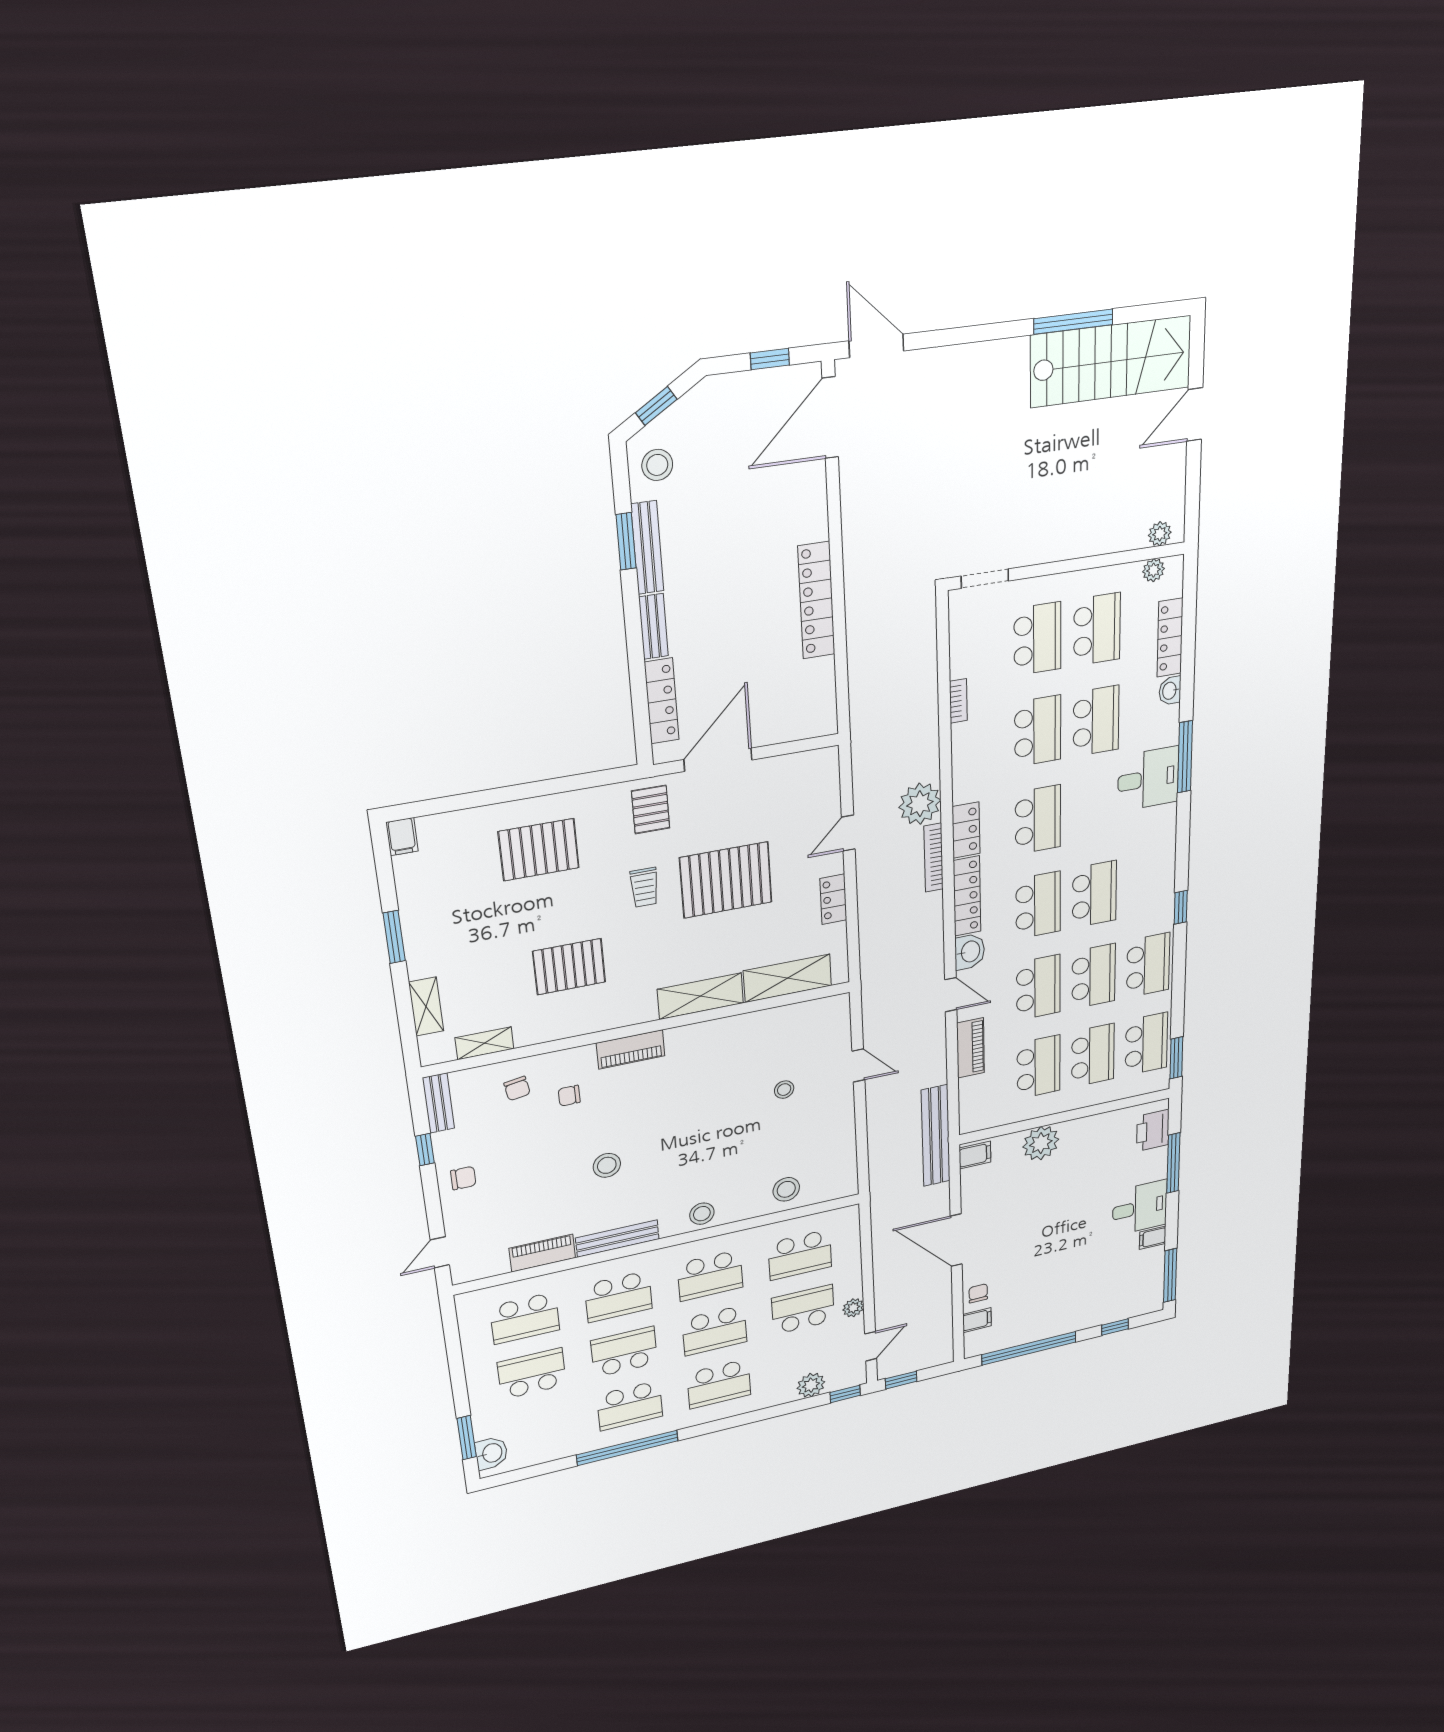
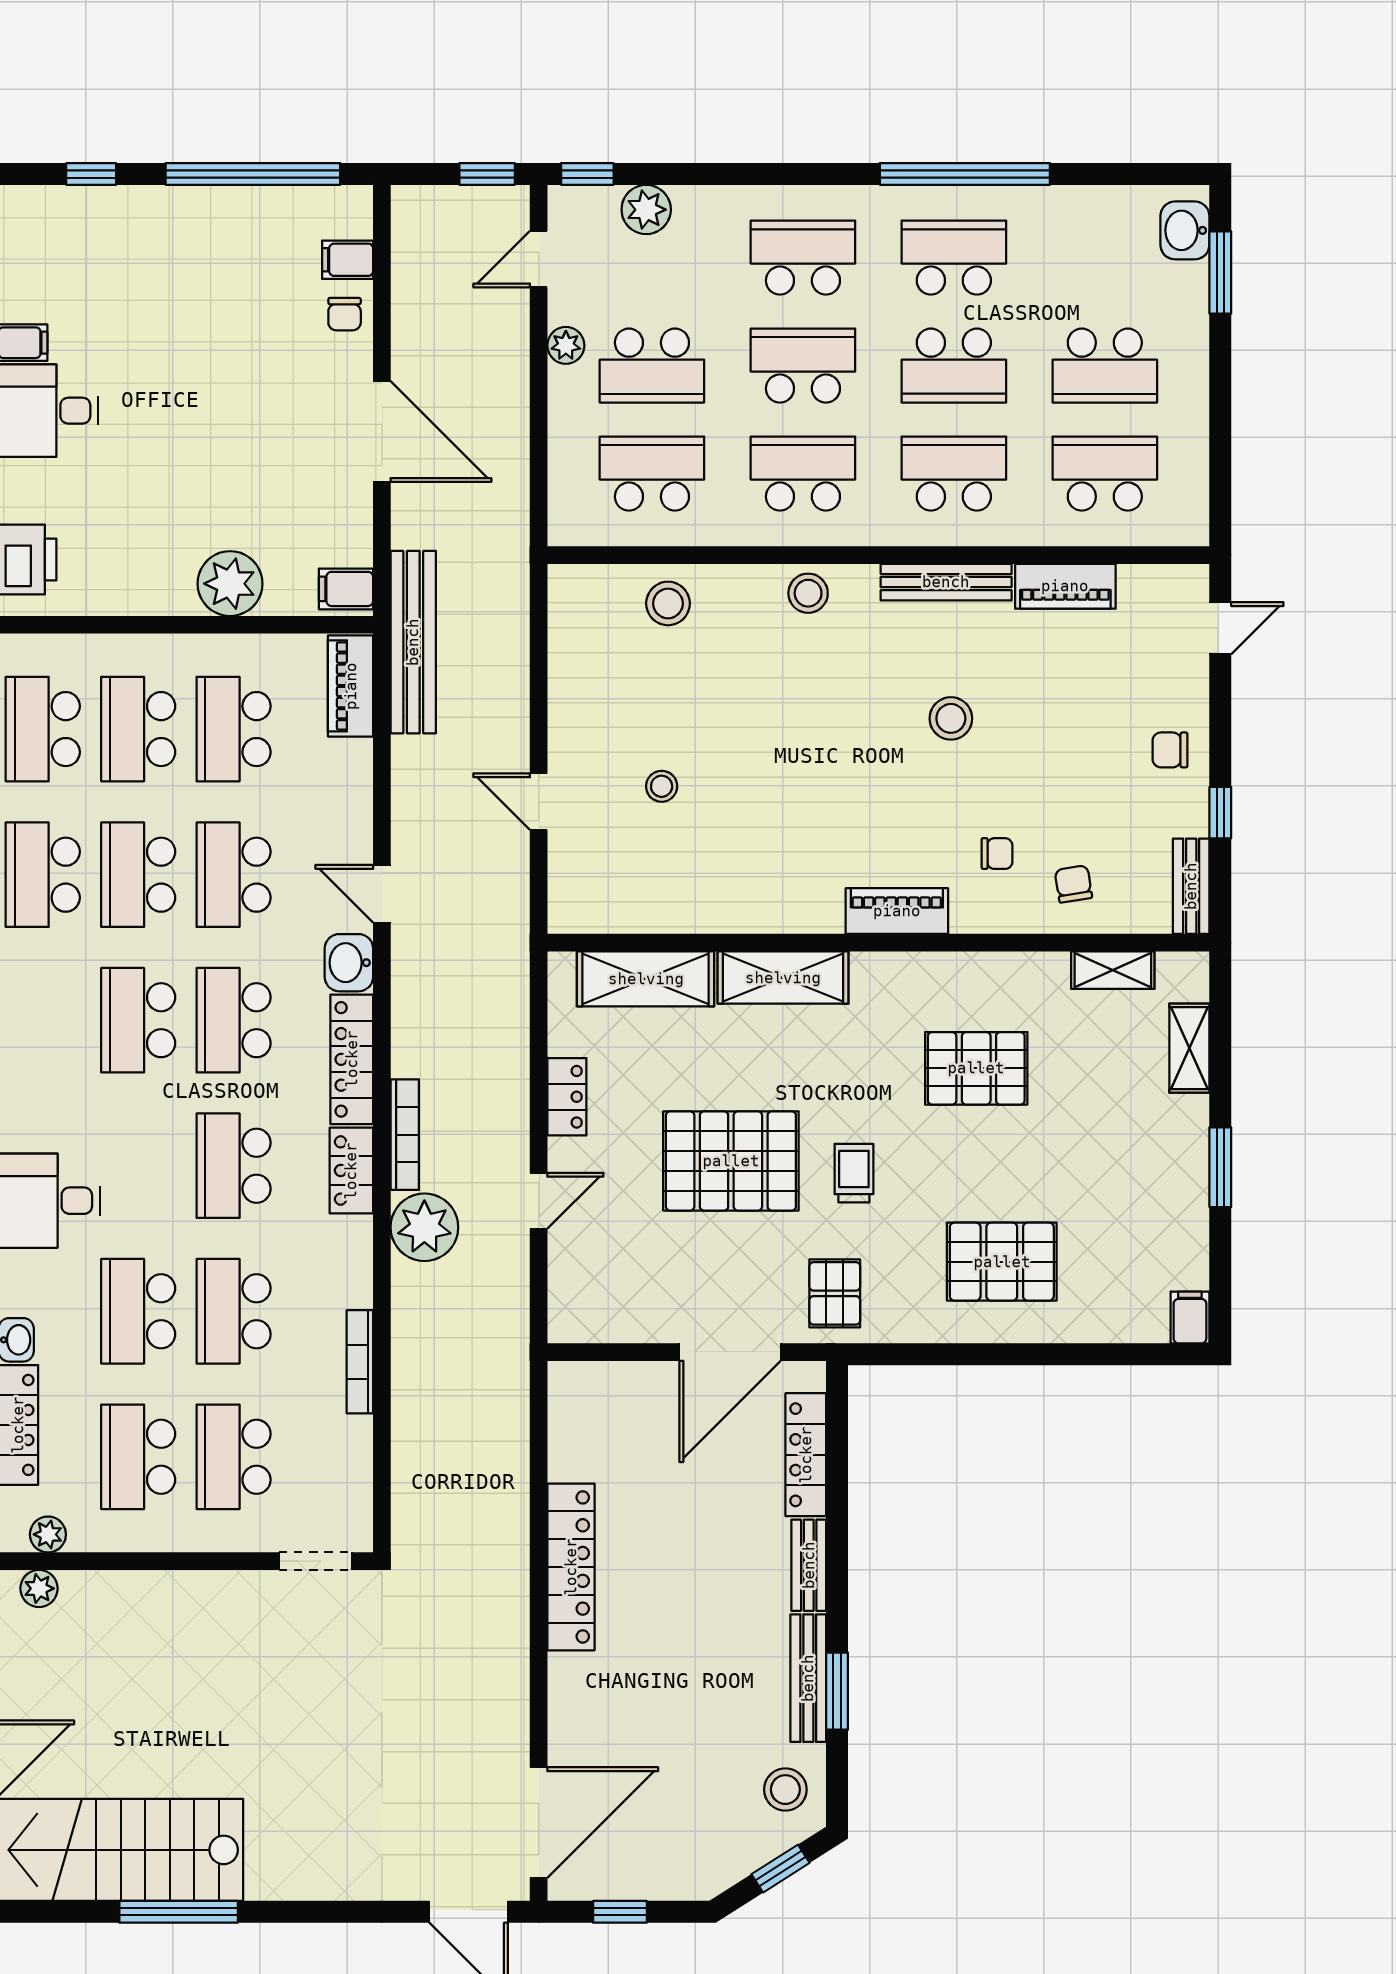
bookcase: (958, 701) -> (360, 1362), width x1.56
piano: (970, 1048) -> (351, 686), moved

